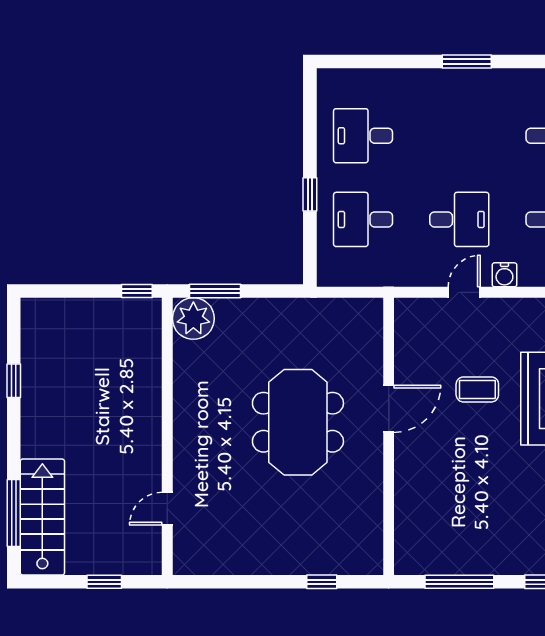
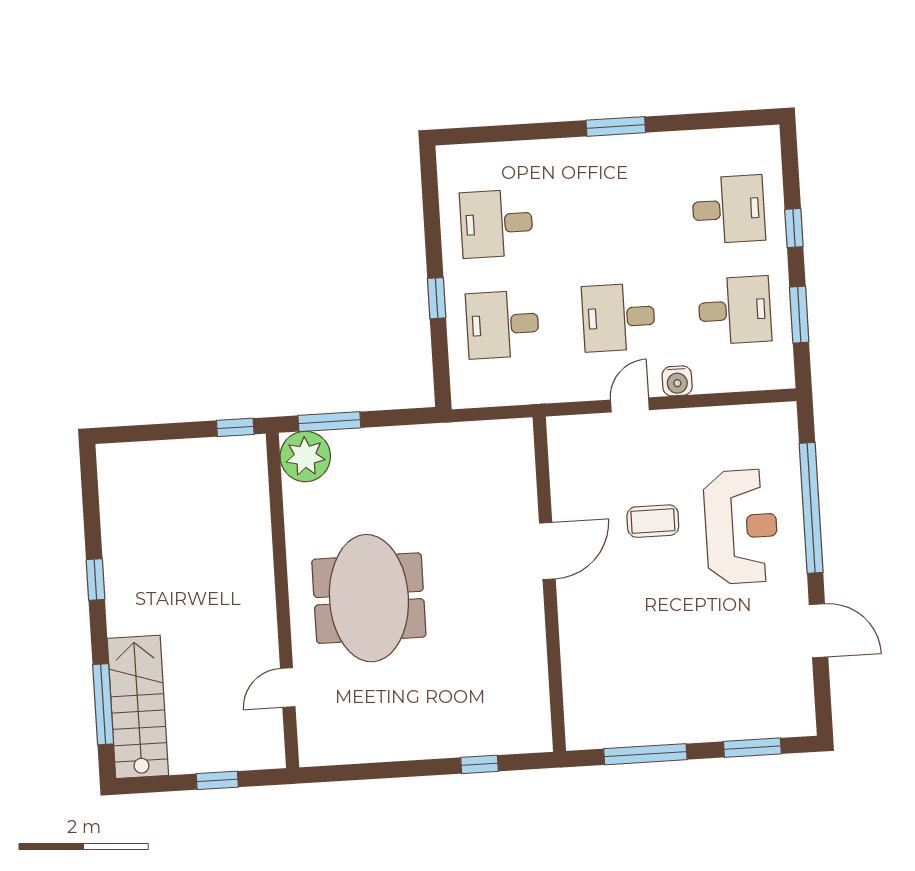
desk: (459, 219) -> (619, 317), turned 180
window: (14, 381) -> (95, 580), moved
meeting table: (298, 422) -> (369, 598), moved

